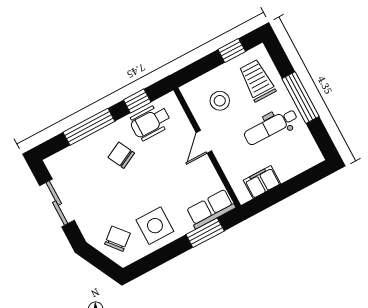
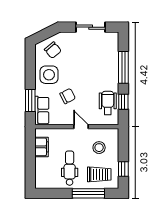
window: (301, 98) -> (88, 193), moved
chair: (121, 155) -> (68, 96), moved

